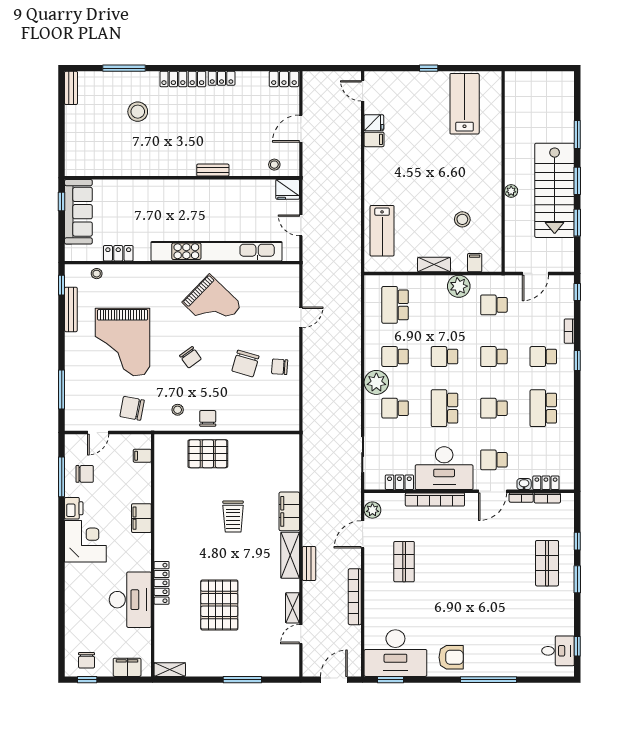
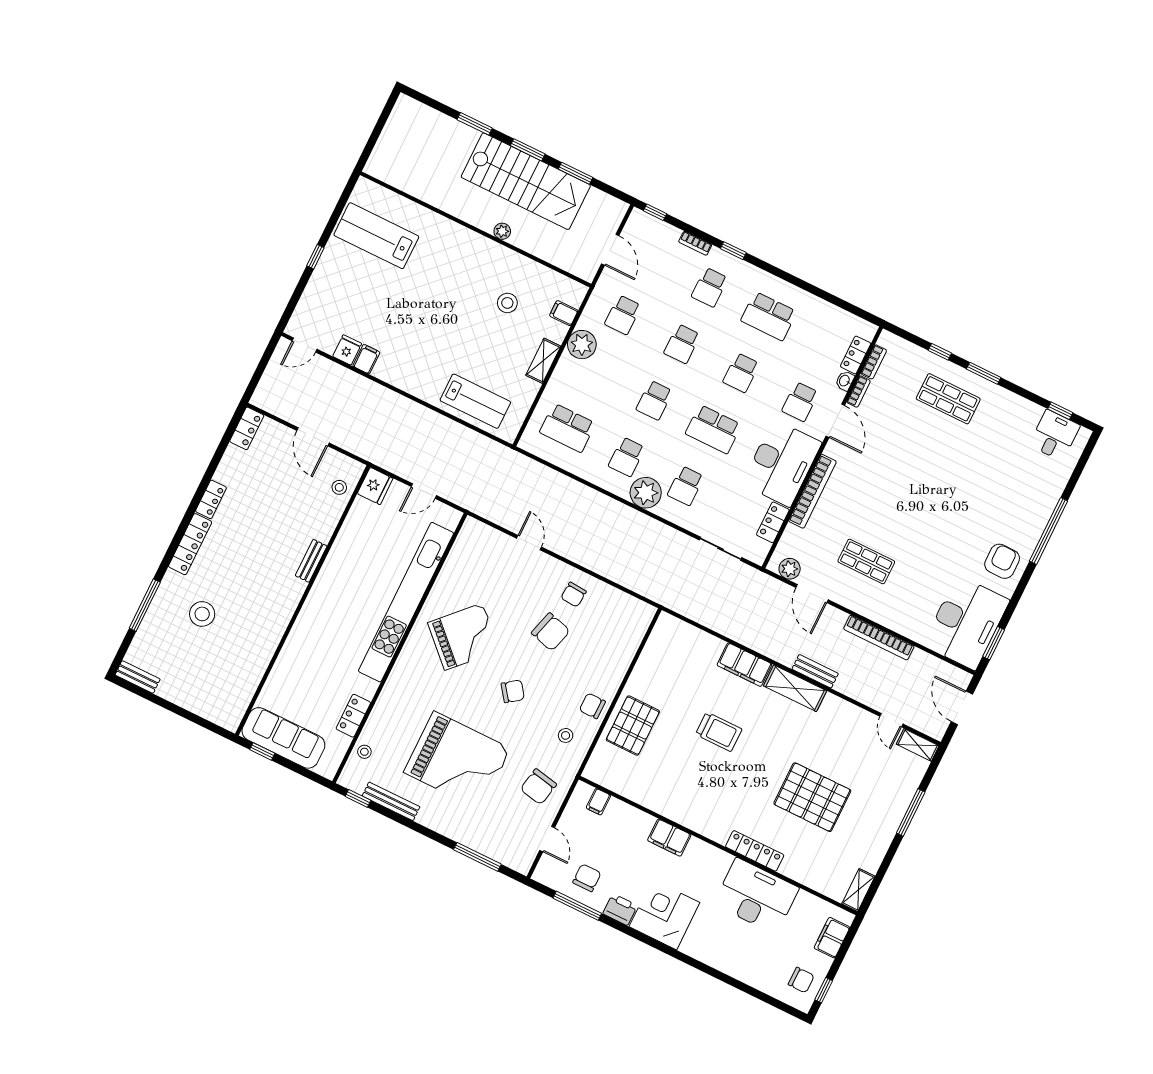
shelving: (292, 608) -> (918, 745), moved

